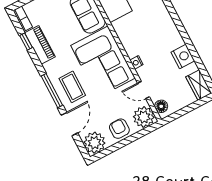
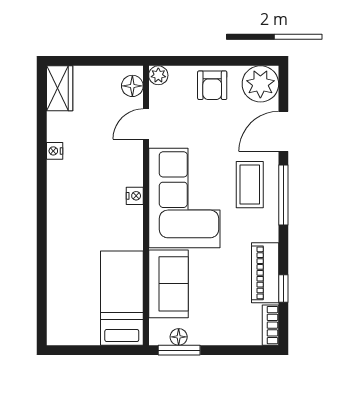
nightstand: (183, 56) -> (55, 151), width x0.53, depth x0.56
nightstand: (136, 62) -> (135, 196), moved
door: (144, 90) -> (146, 124), swing flipped
plant: (144, 117) -> (158, 75), width x0.53, depth x0.53

